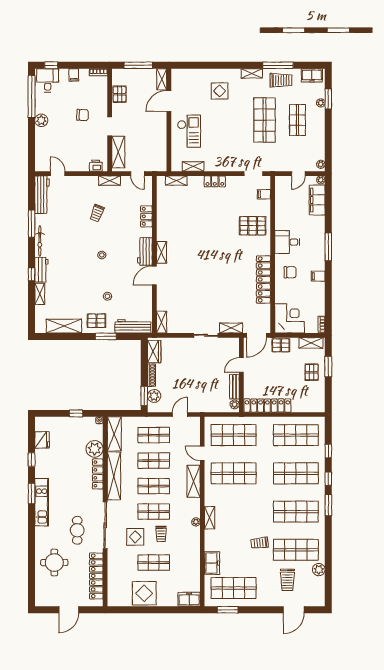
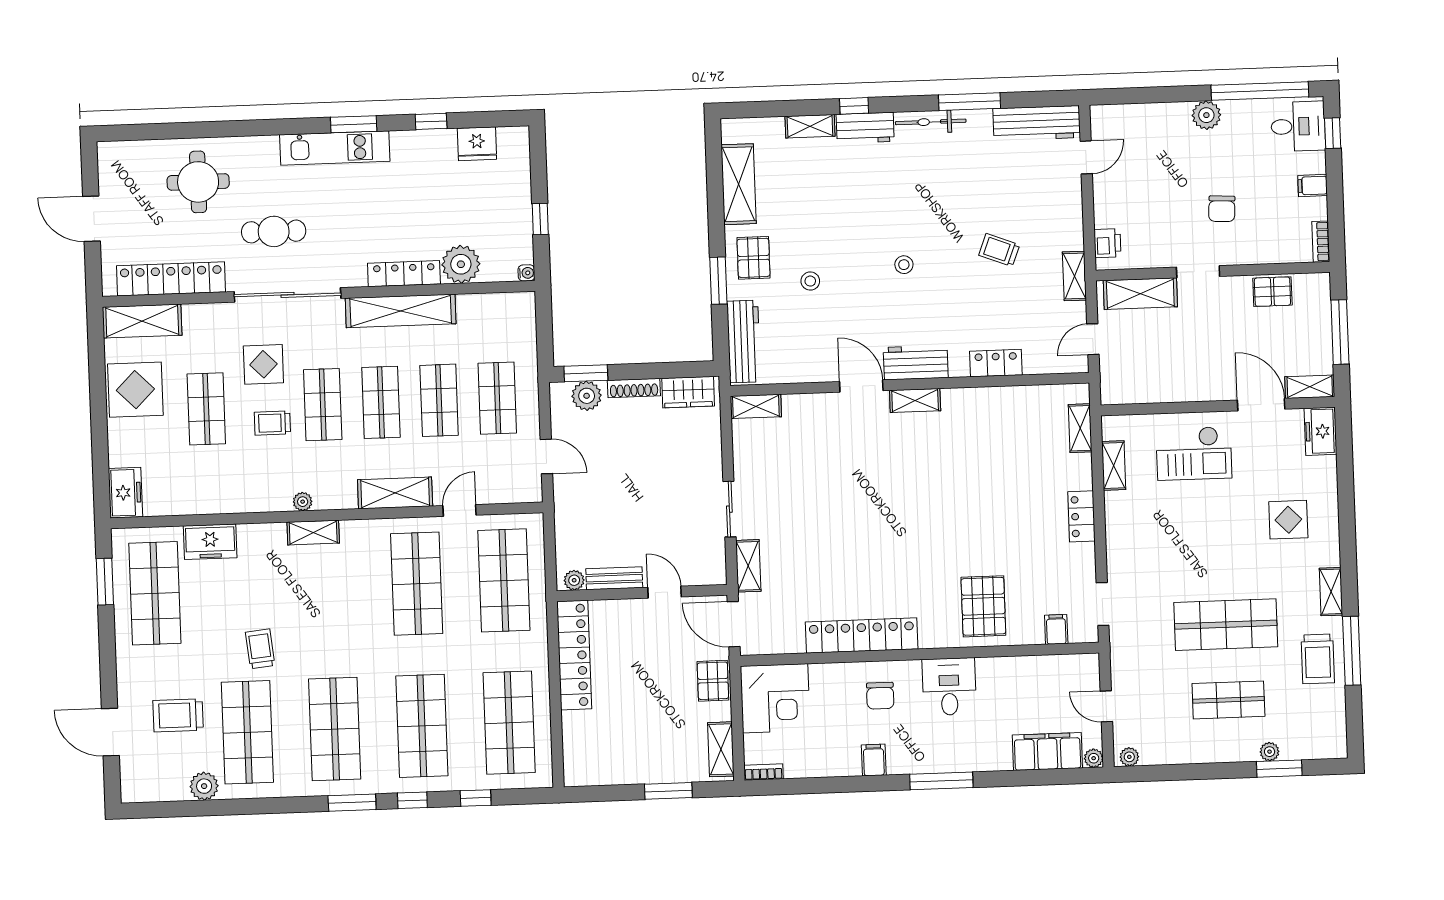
freezer: (312, 75) -> (1321, 431), moved
pallet: (312, 372) -> (654, 753), removed
shelving: (114, 434) -> (142, 321), moved

